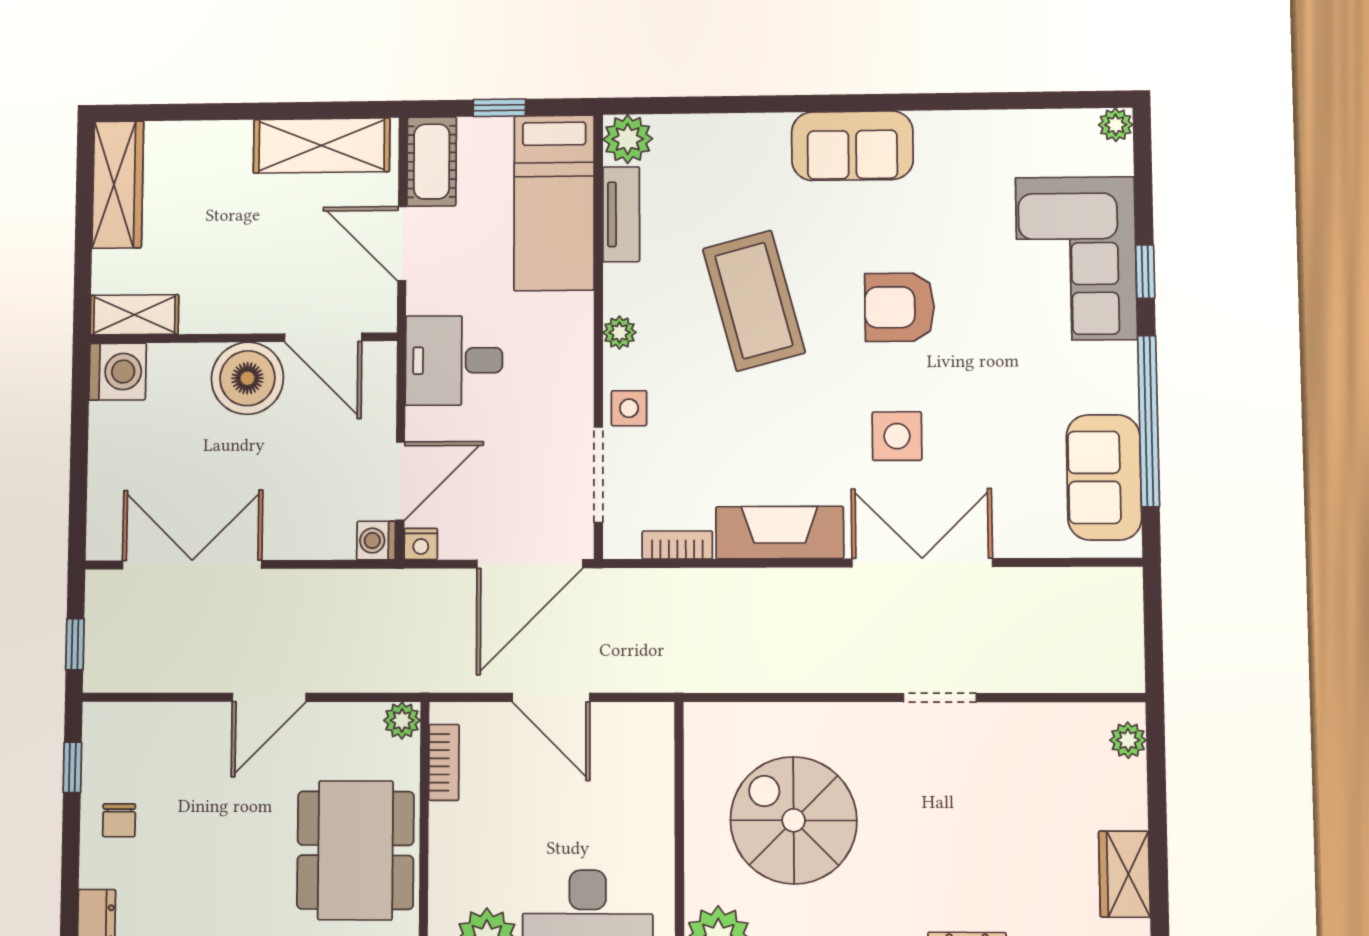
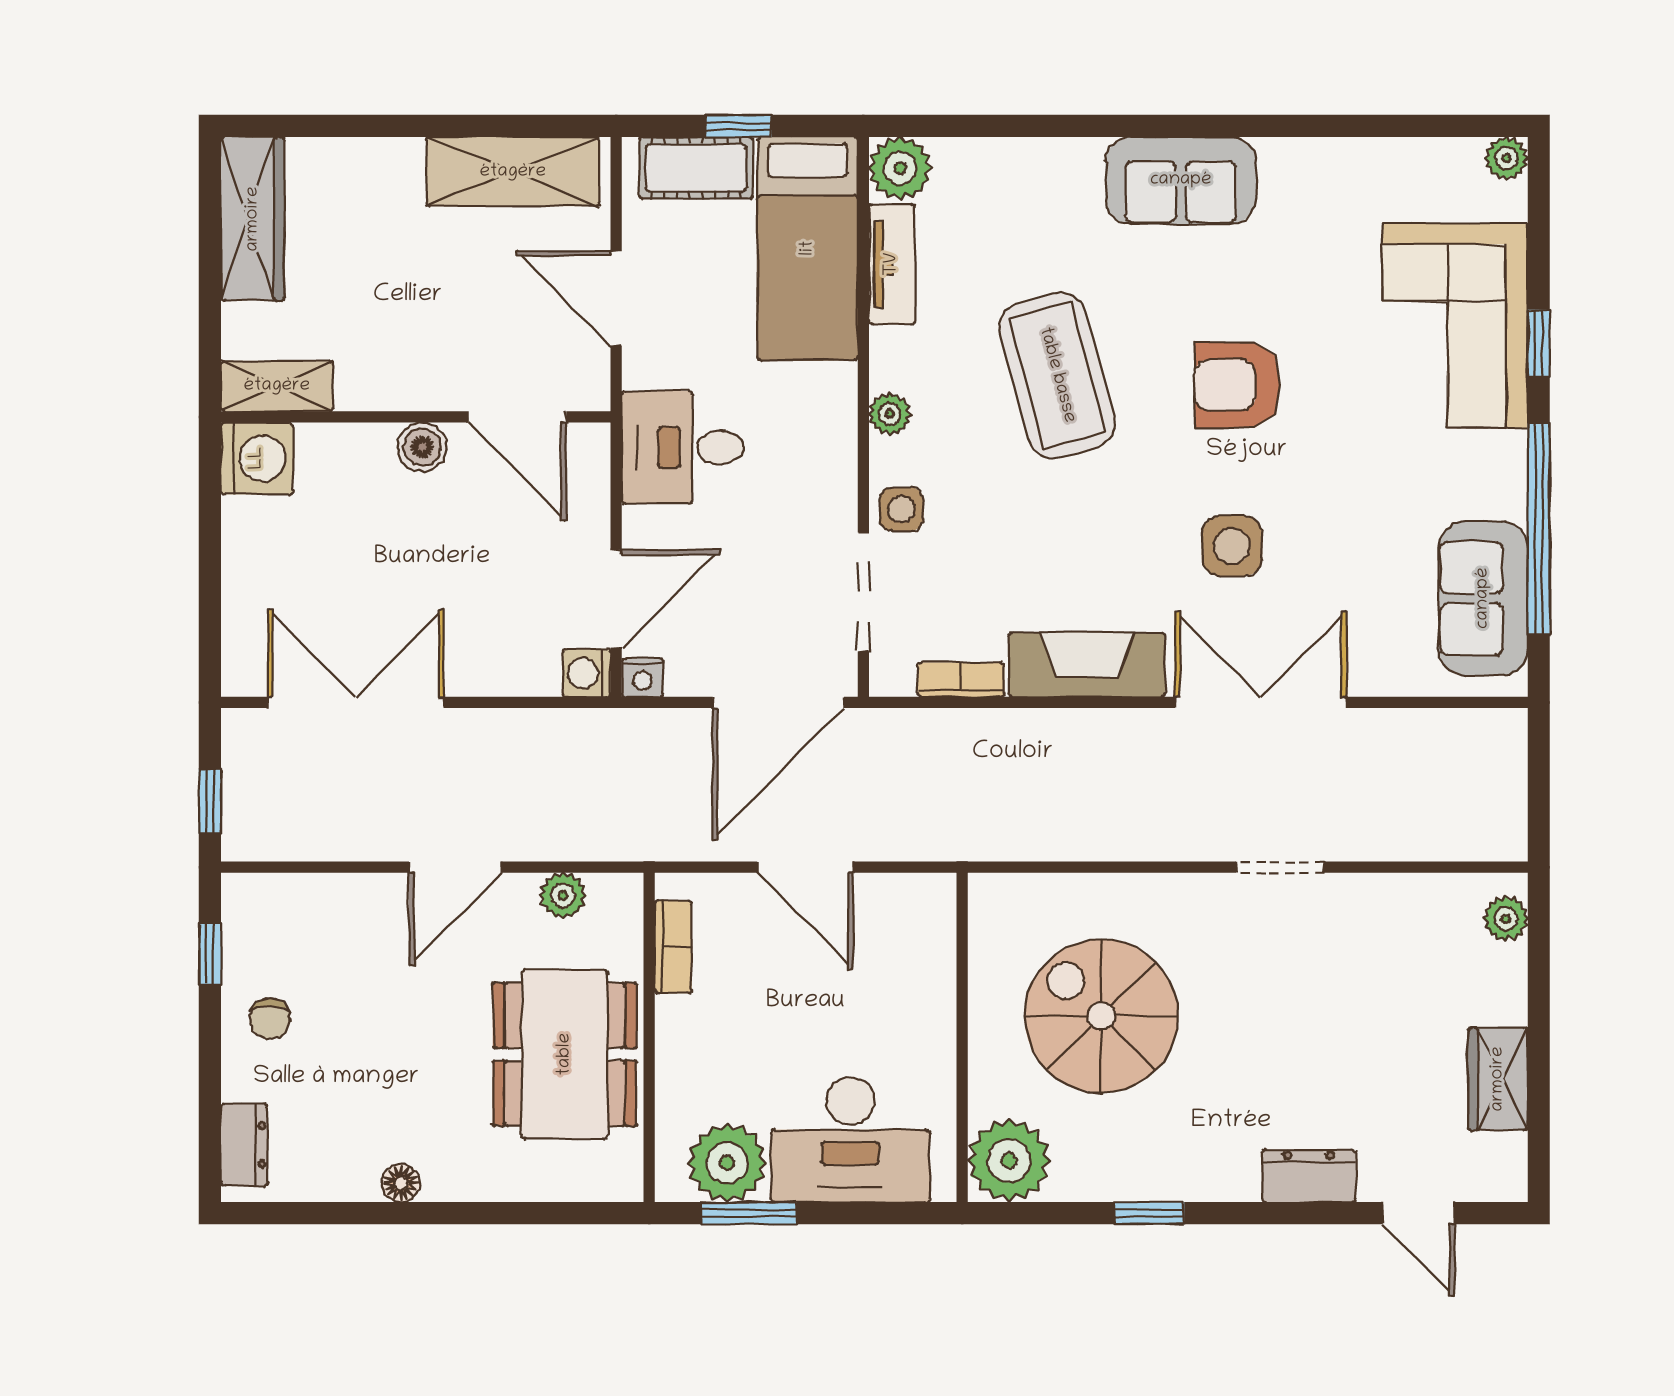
cot: (432, 162) -> (696, 168), moved, turned 90
boiler: (247, 378) -> (422, 447), width x0.54, depth x0.54
plant: (402, 720) -> (563, 896), moved

